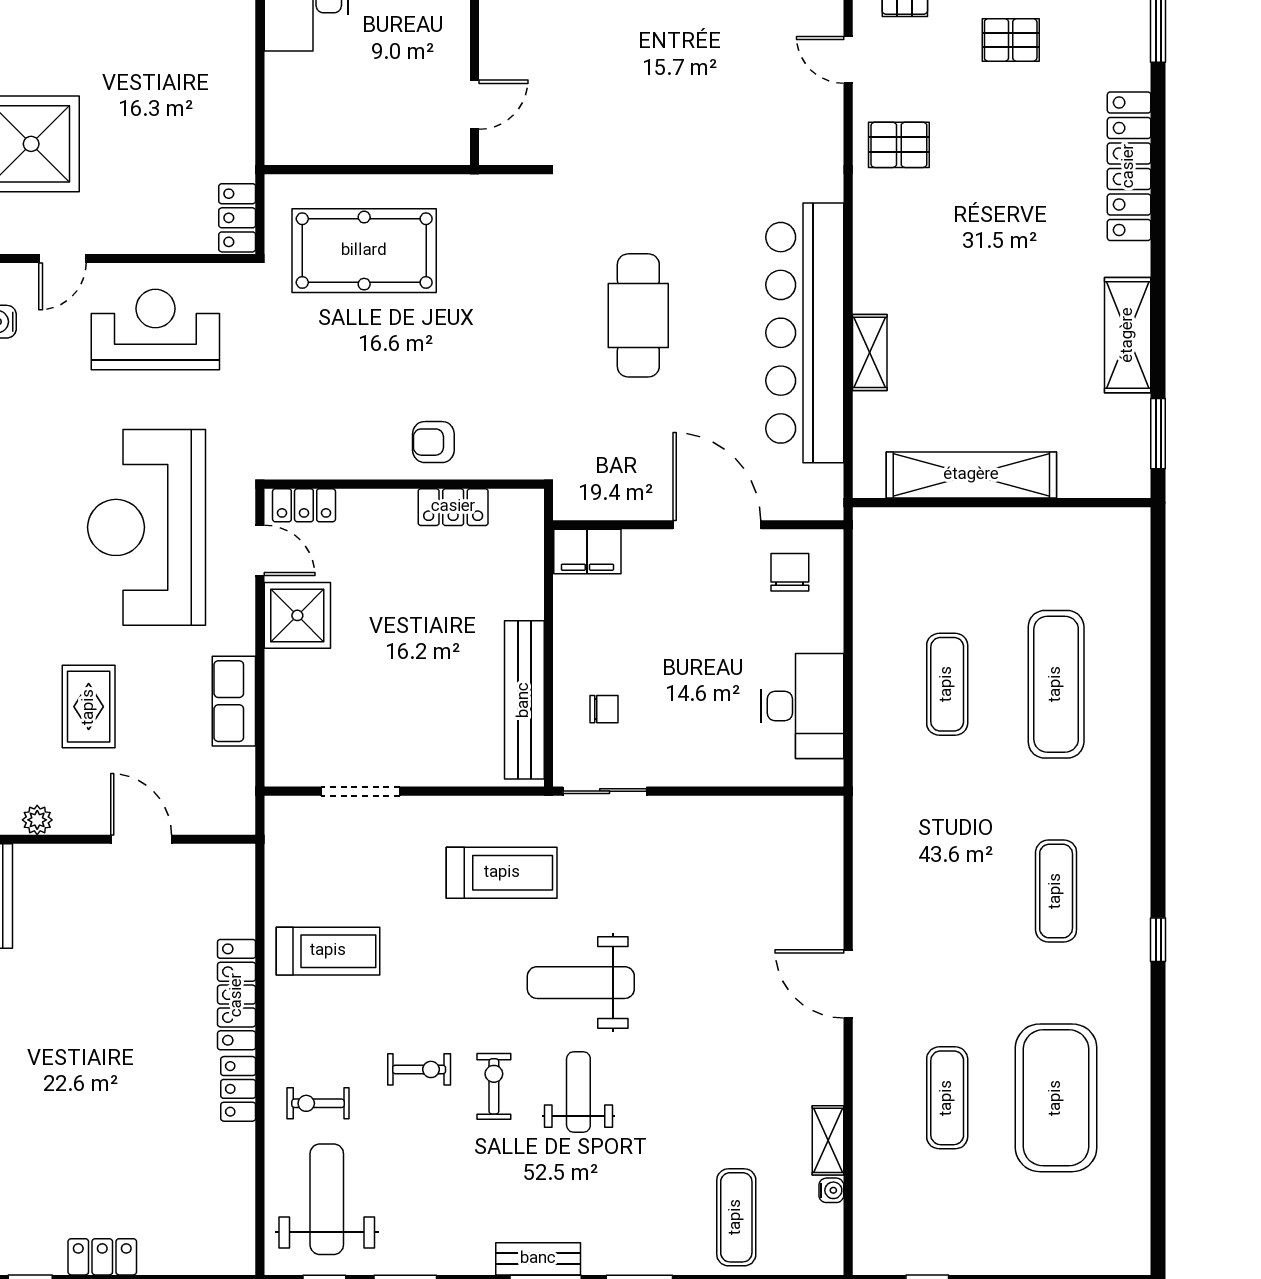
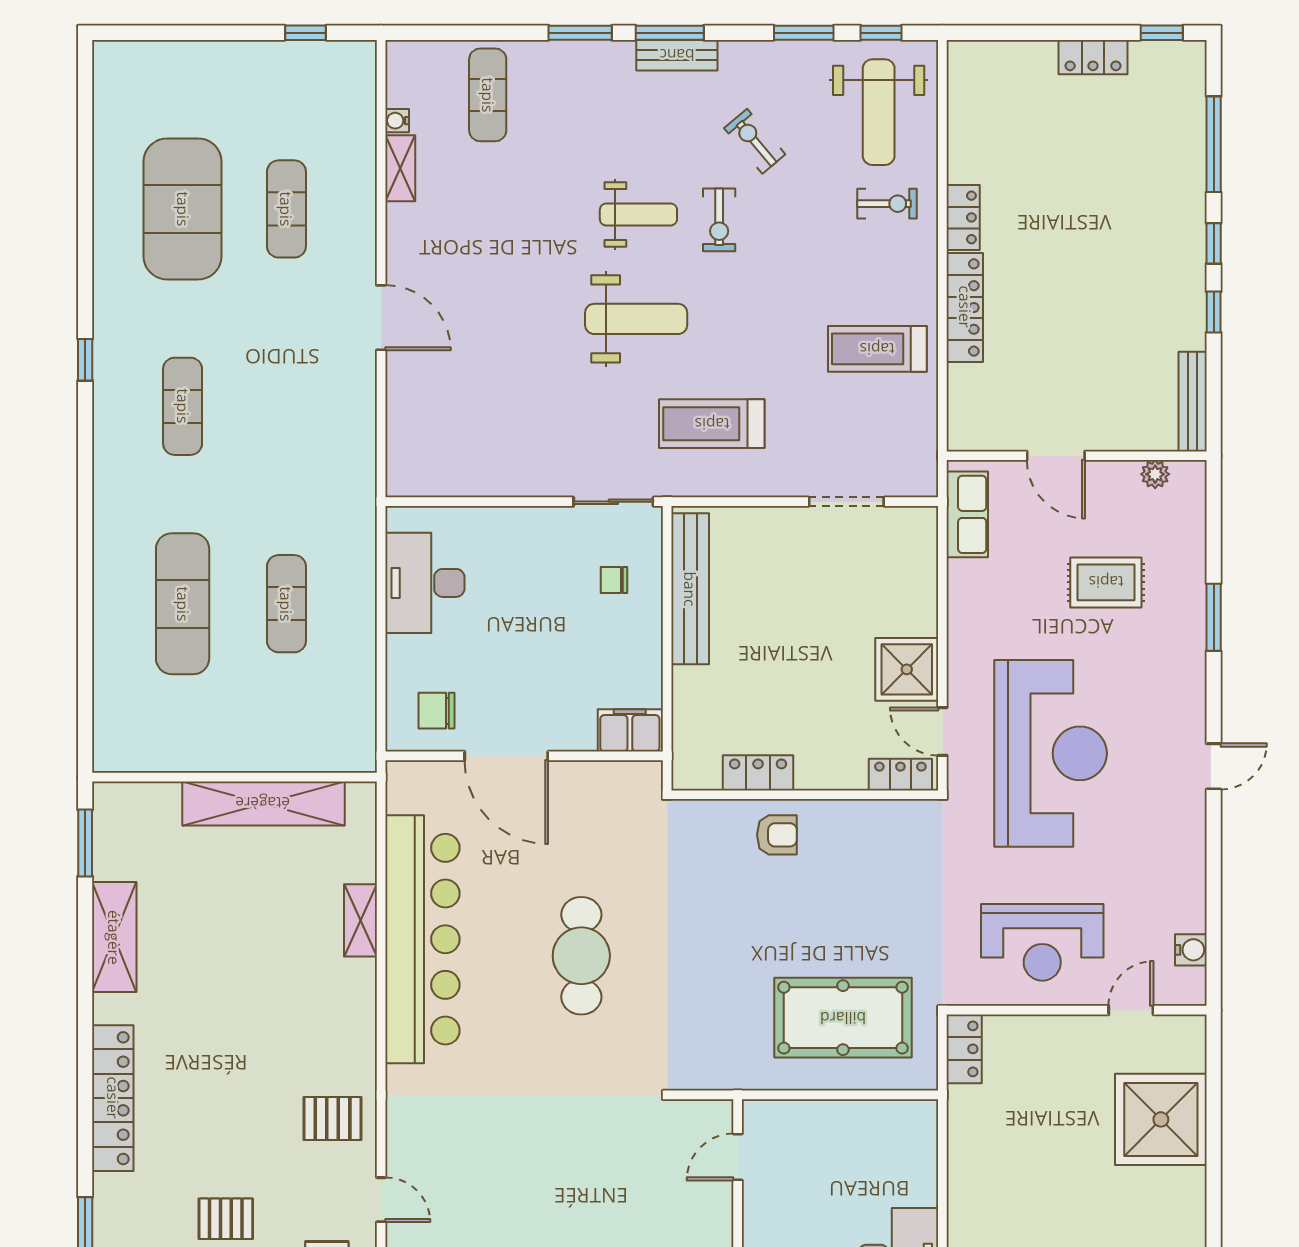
chair: (790, 572) -> (437, 711), turned 90
row of seats: (234, 701) -> (967, 514), moved
rug: (89, 707) -> (1106, 582), turned 90
exercise bike: (419, 1069) -> (755, 141), moved, turned 50
weight bench: (578, 1092) -> (638, 214), turned -90

